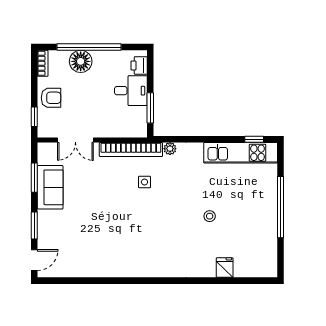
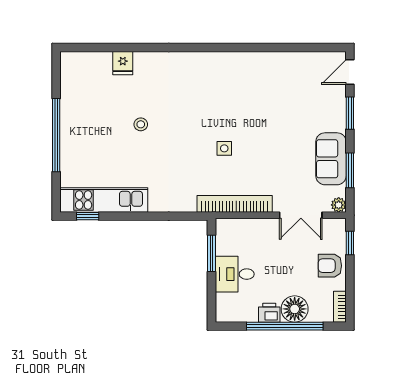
printer: (139, 65) -> (269, 313), moved, turned -90
double door: (75, 140) -> (301, 215), swing flipped
plant: (170, 149) -> (339, 205), moved
side table: (144, 182) -> (224, 148), moved

